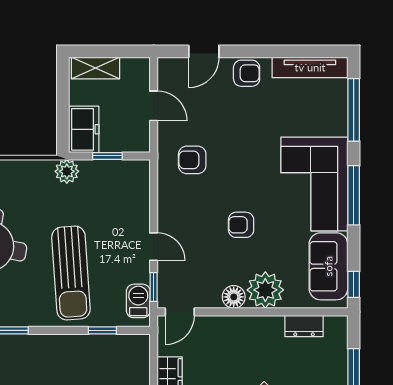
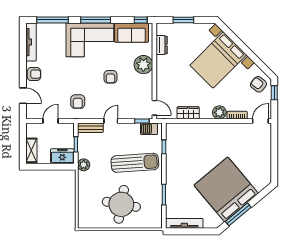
armchair: (247, 73) -> (34, 74), turned 90
bench: (140, 185) -> (90, 128), added
door: (154, 247) -> (111, 121), moved
floor lamp: (234, 297) -> (147, 81), removed

